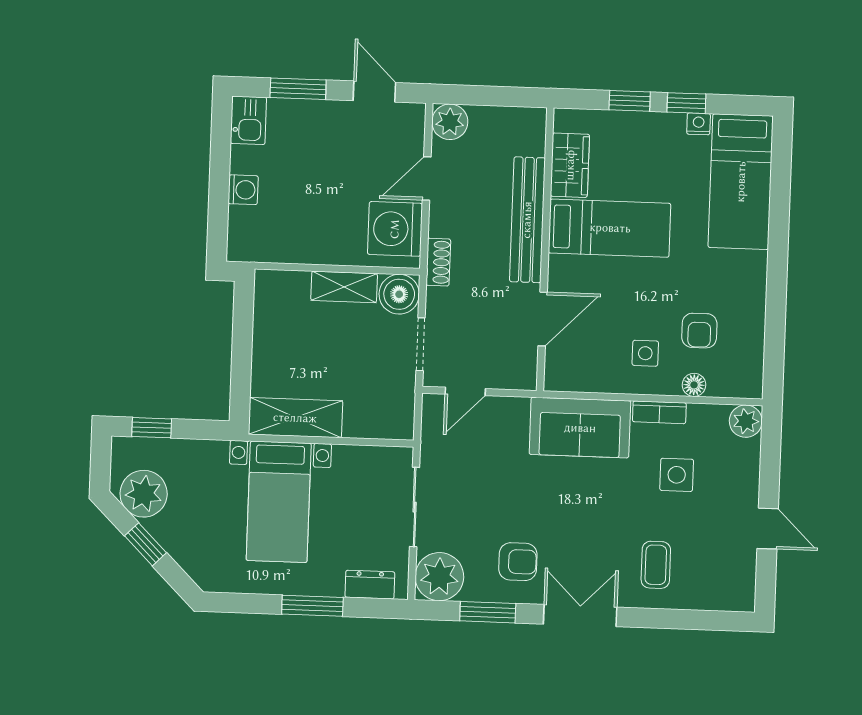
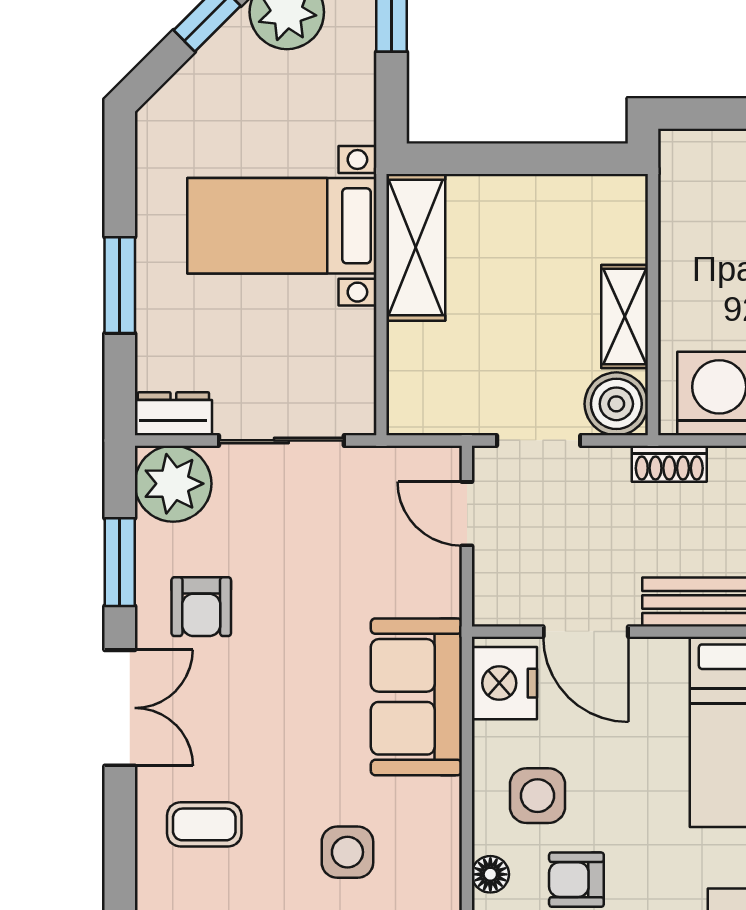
side table: (645, 353) -> (538, 796), width x1.37, depth x1.37
nightstand: (573, 372) -> (504, 683), added
bookcase: (659, 412) -> (445, 821), removed
dresser: (370, 585) -> (173, 414), moved, turned -90

